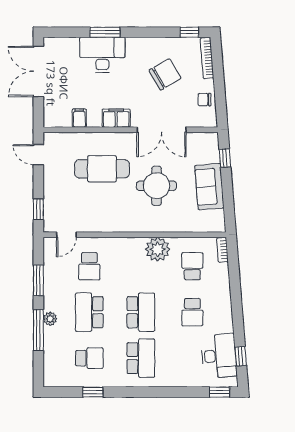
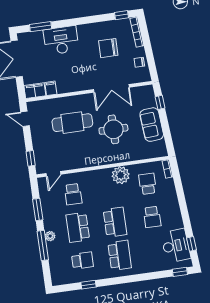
window: (105, 32) -> (41, 27), moved
chair: (165, 74) -> (108, 48), turned -150
filing cabinet: (116, 118) -> (35, 91), moved

